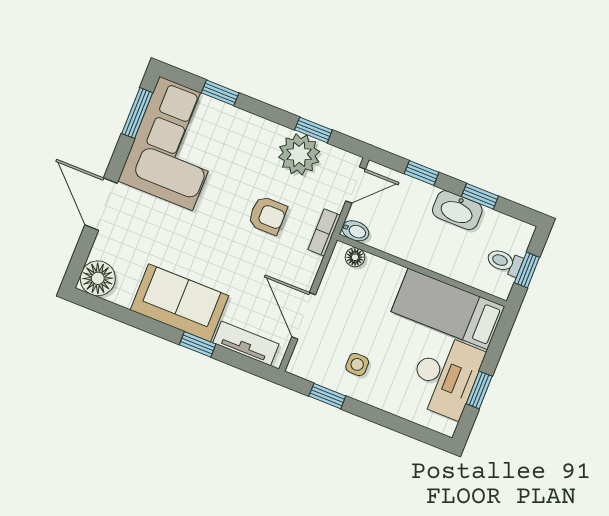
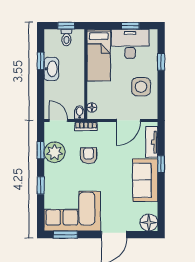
window: (220, 93) -> (41, 185), moved
window: (422, 173) -> (41, 92), removed
side table: (357, 364) -> (141, 87), width x1.87, depth x1.87
window: (327, 396) -> (161, 62), moved

